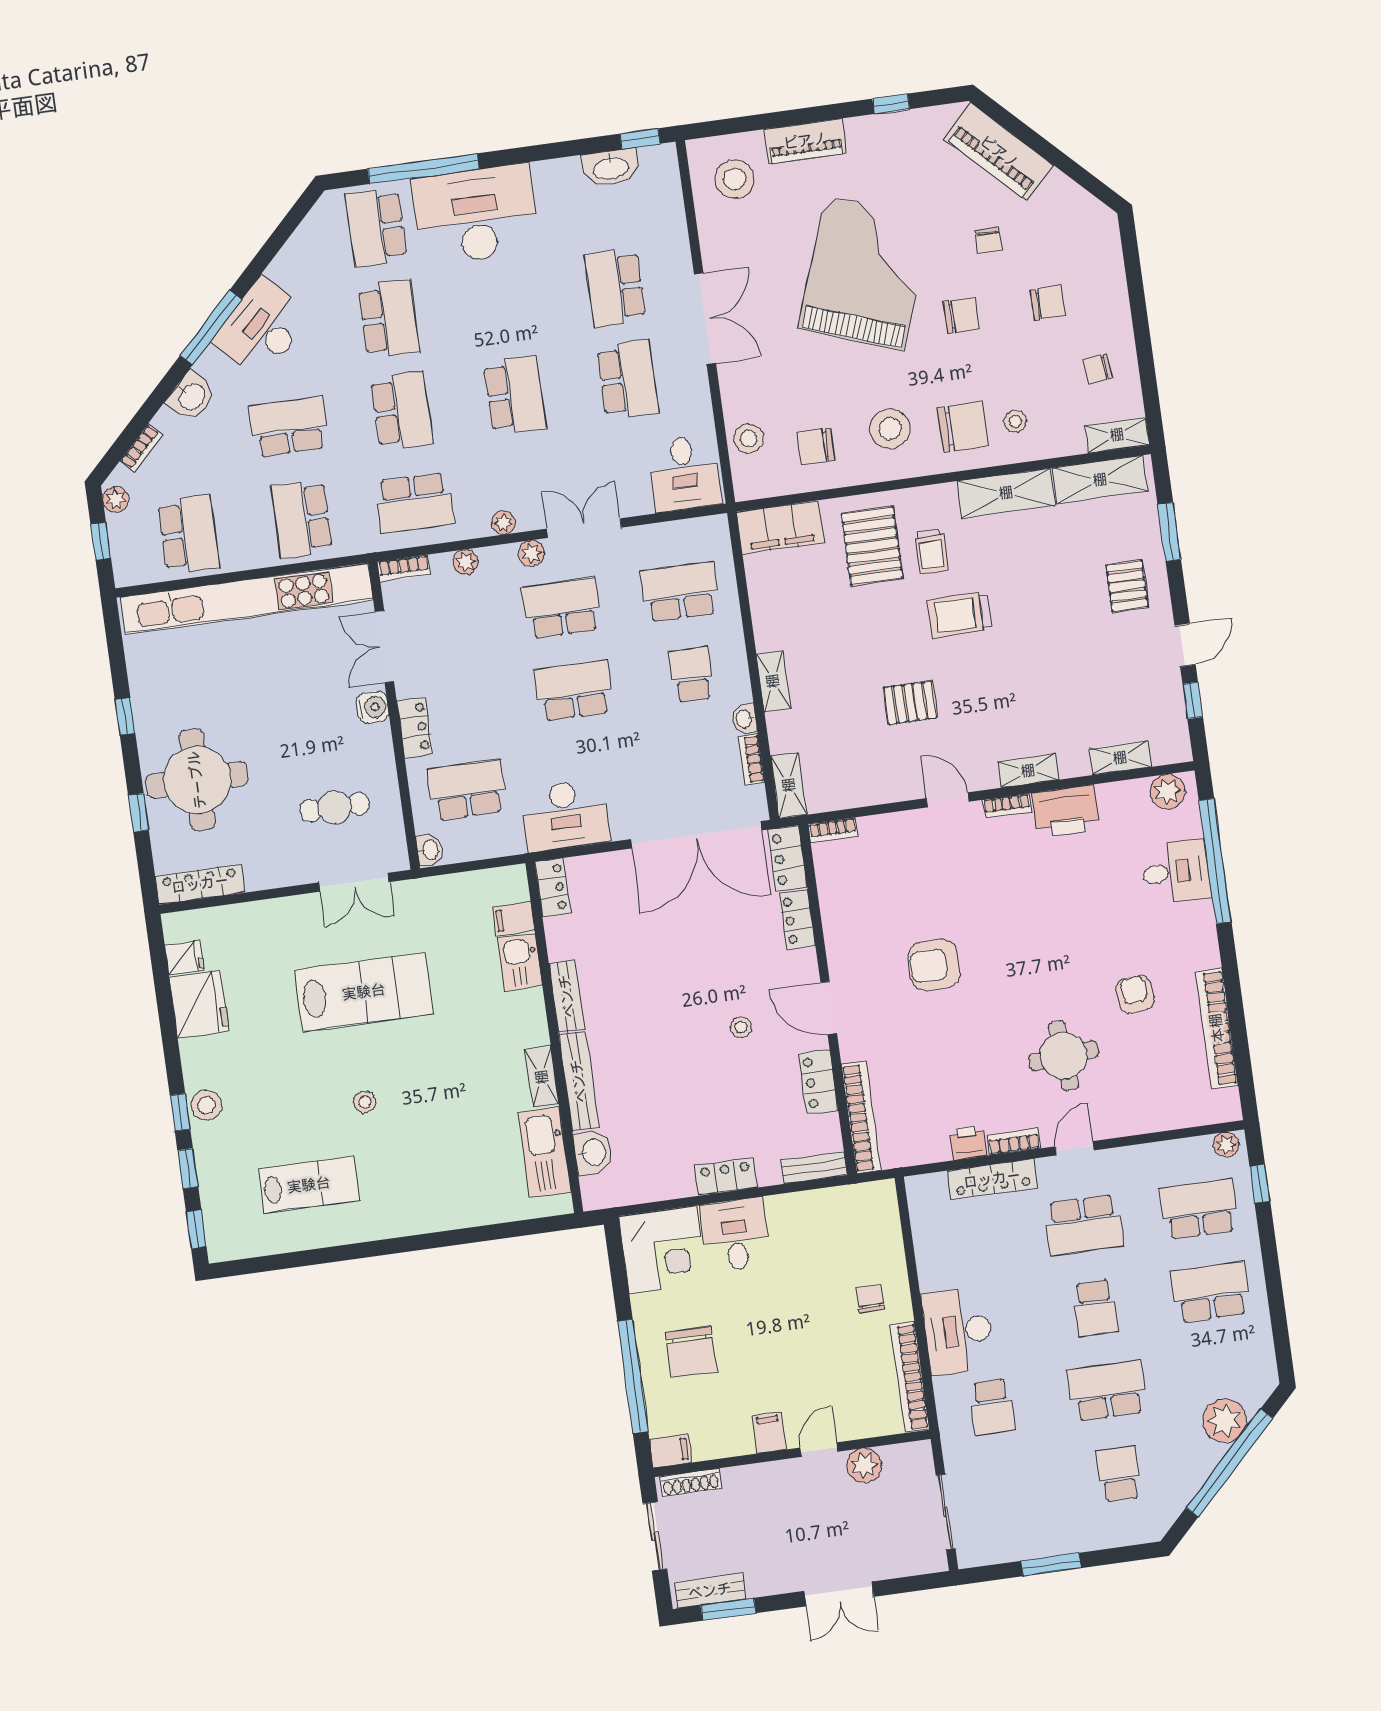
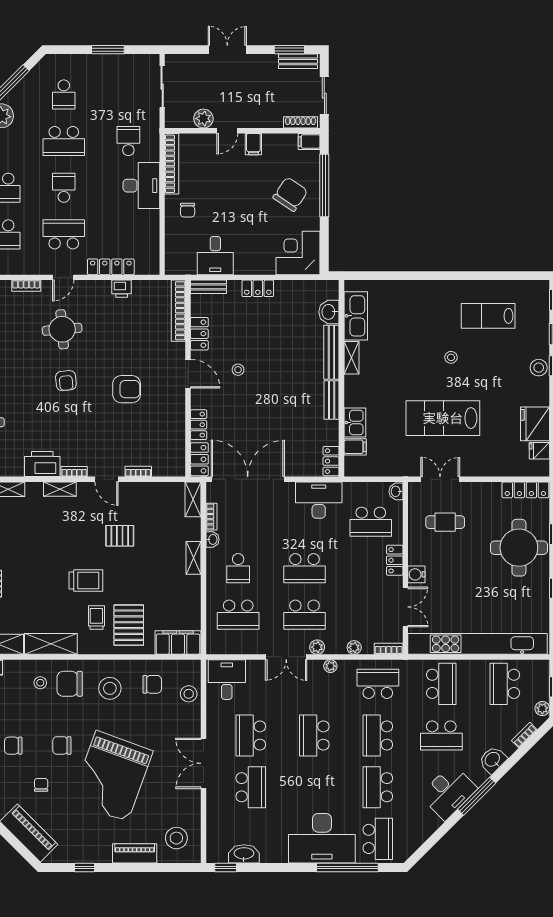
bookcase: (833, 830) -> (138, 471), moved
armchair: (1135, 994) -> (66, 381), moved
bookcase: (1014, 1142) -> (26, 286), moved
desk: (735, 1235) -> (215, 256), moved
chair: (691, 1352) -> (290, 194), turned 34

